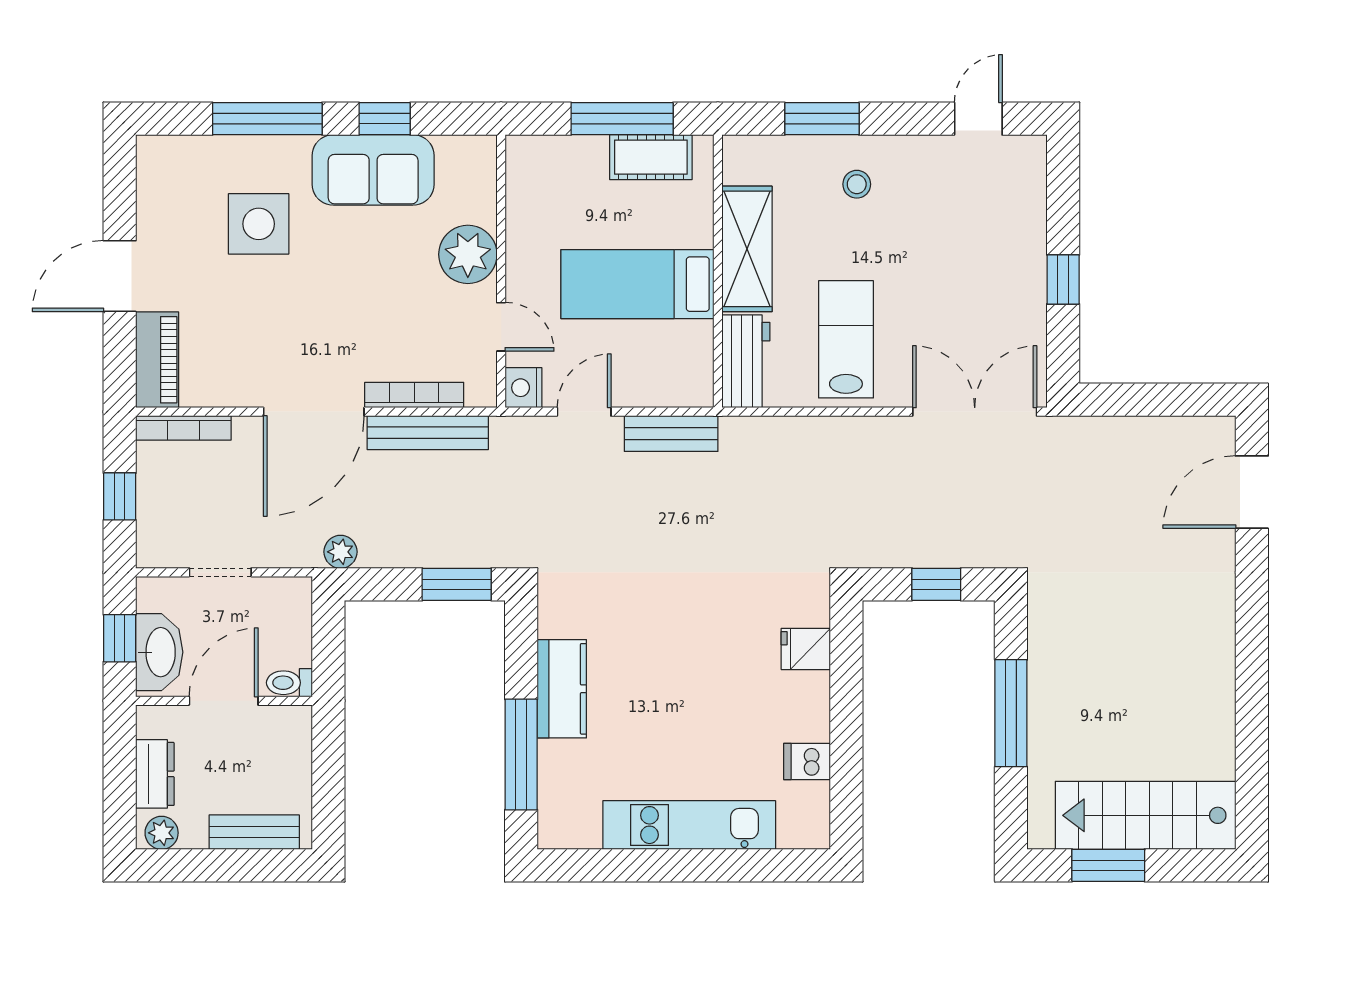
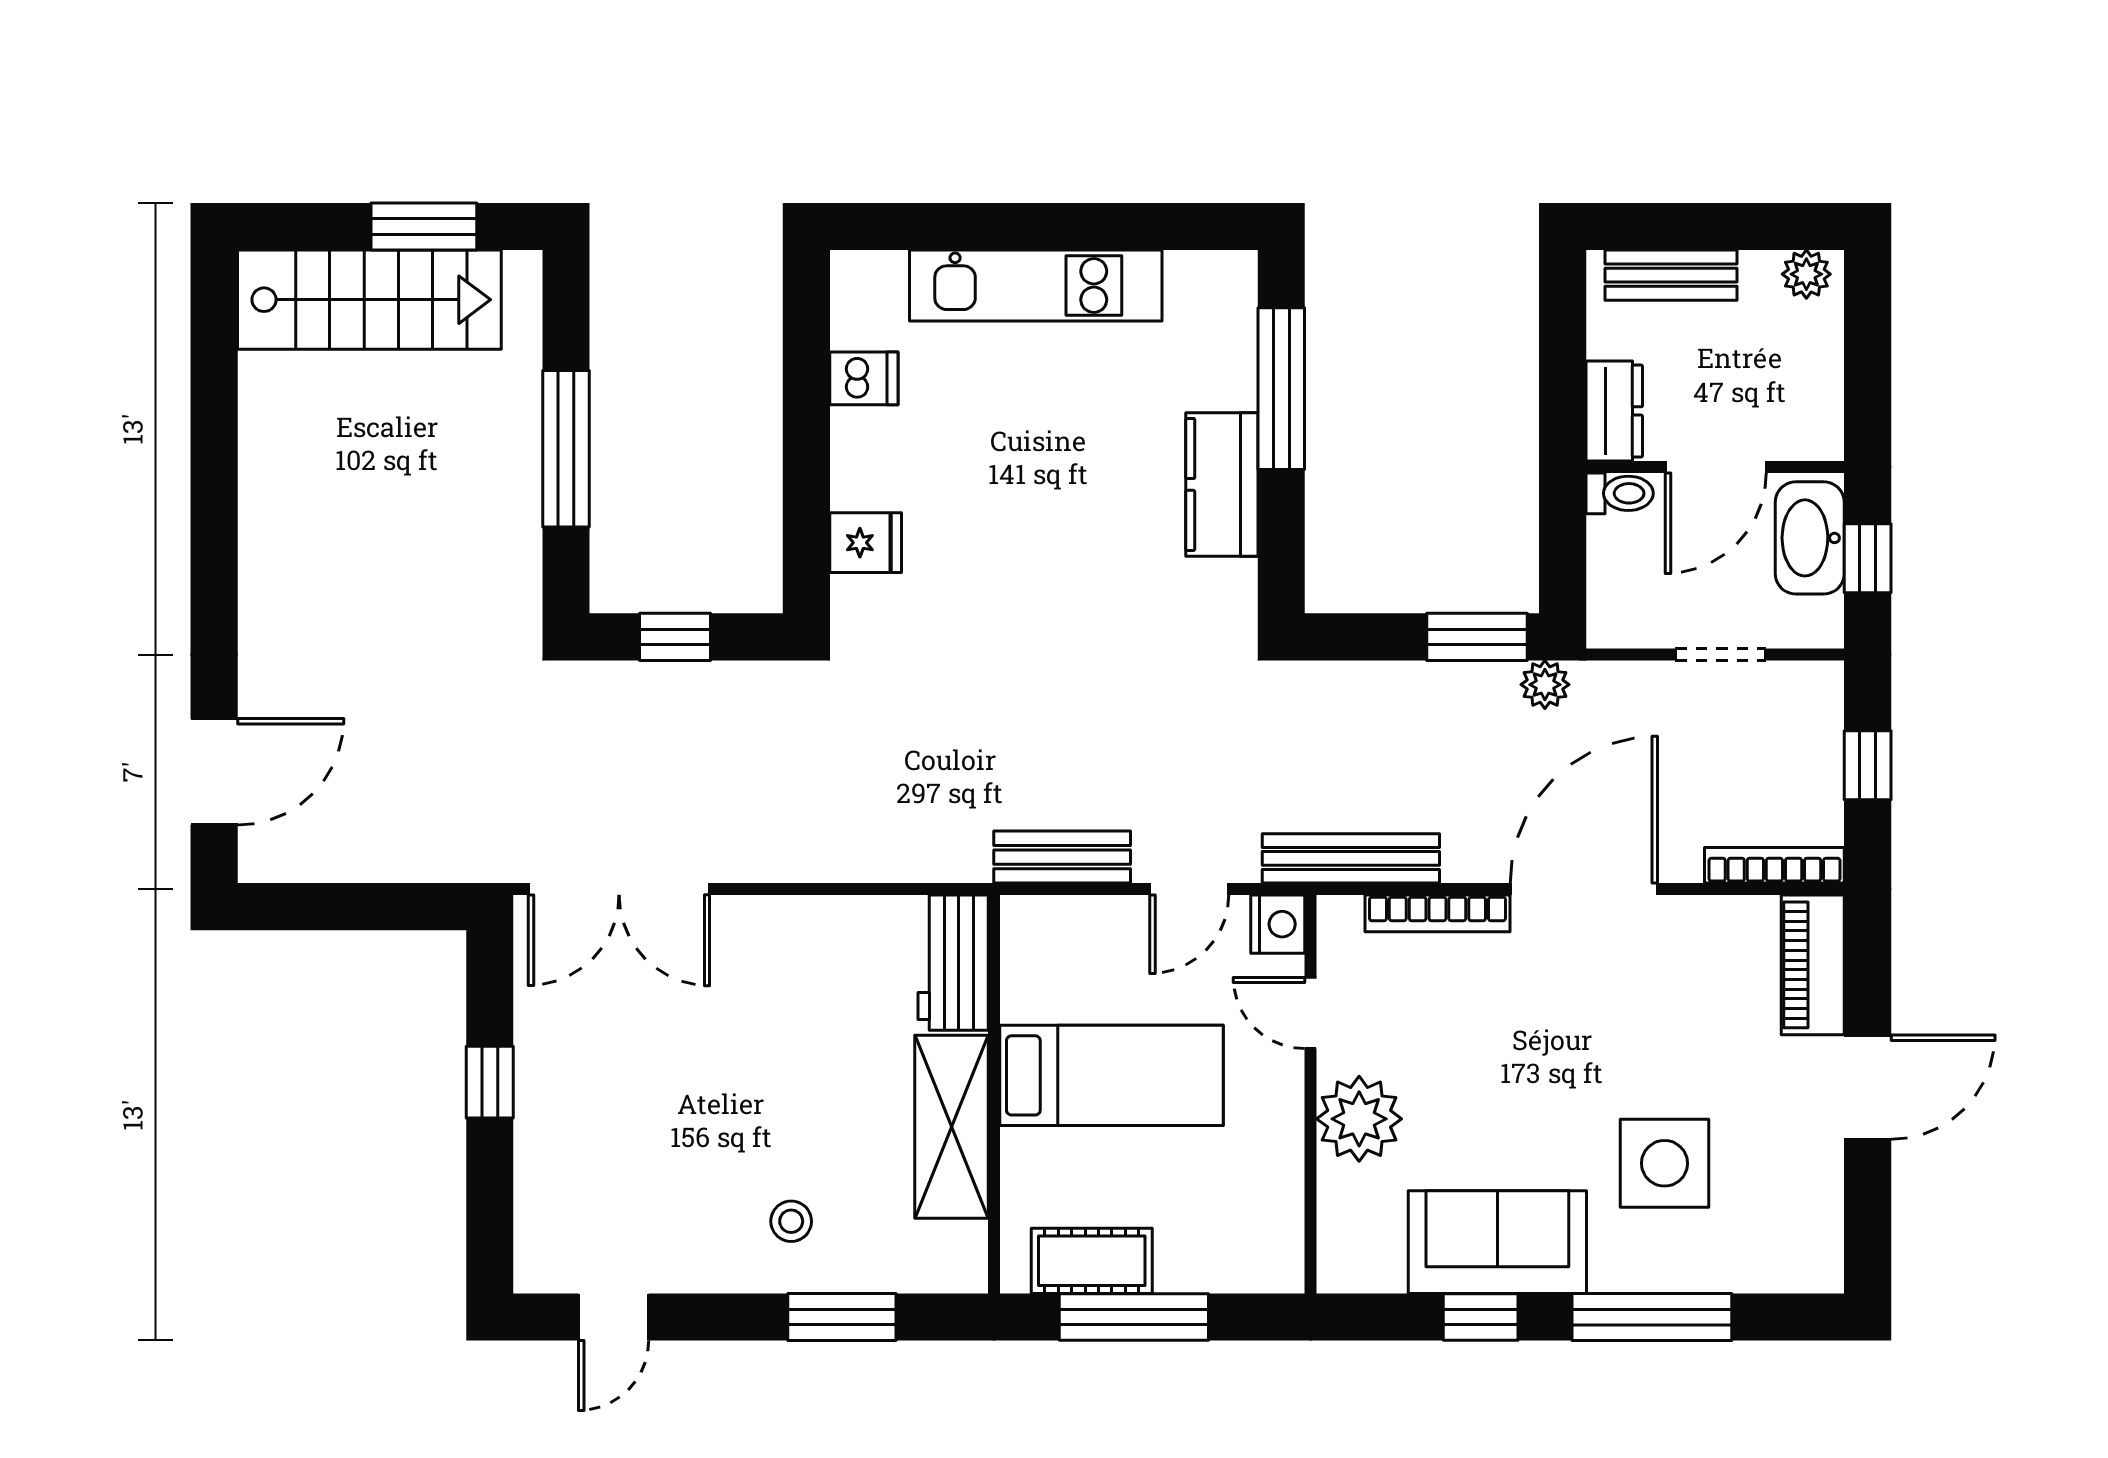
lab bench: (846, 339) -> (807, 995), removed
bench: (428, 433) -> (1351, 858), moved
window: (457, 584) -> (1477, 637), moved
dresser: (155, 774) -> (1614, 411), moved, turned 180

